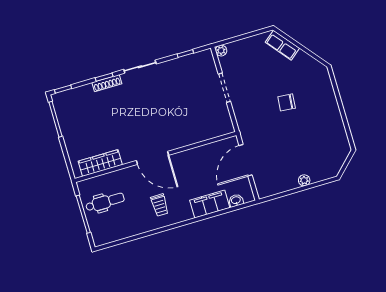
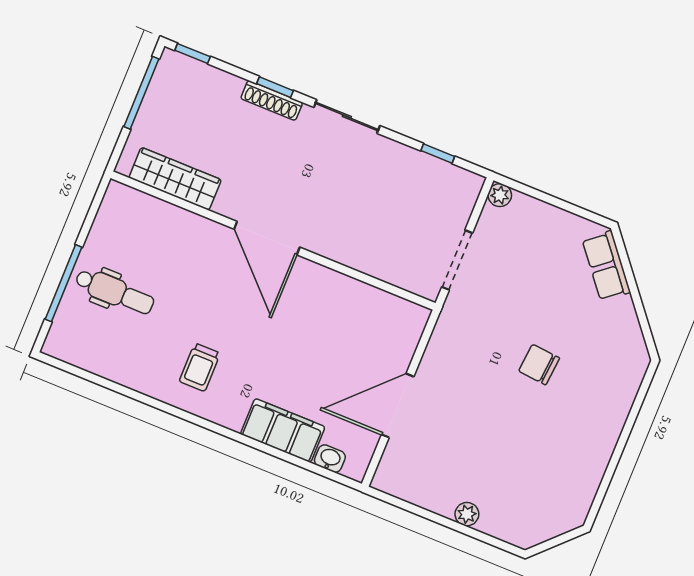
wall: (156, 157) -> (273, 241), moved
door: (153, 158) -> (267, 238), moved
wardrobe: (100, 163) -> (175, 179), moved

